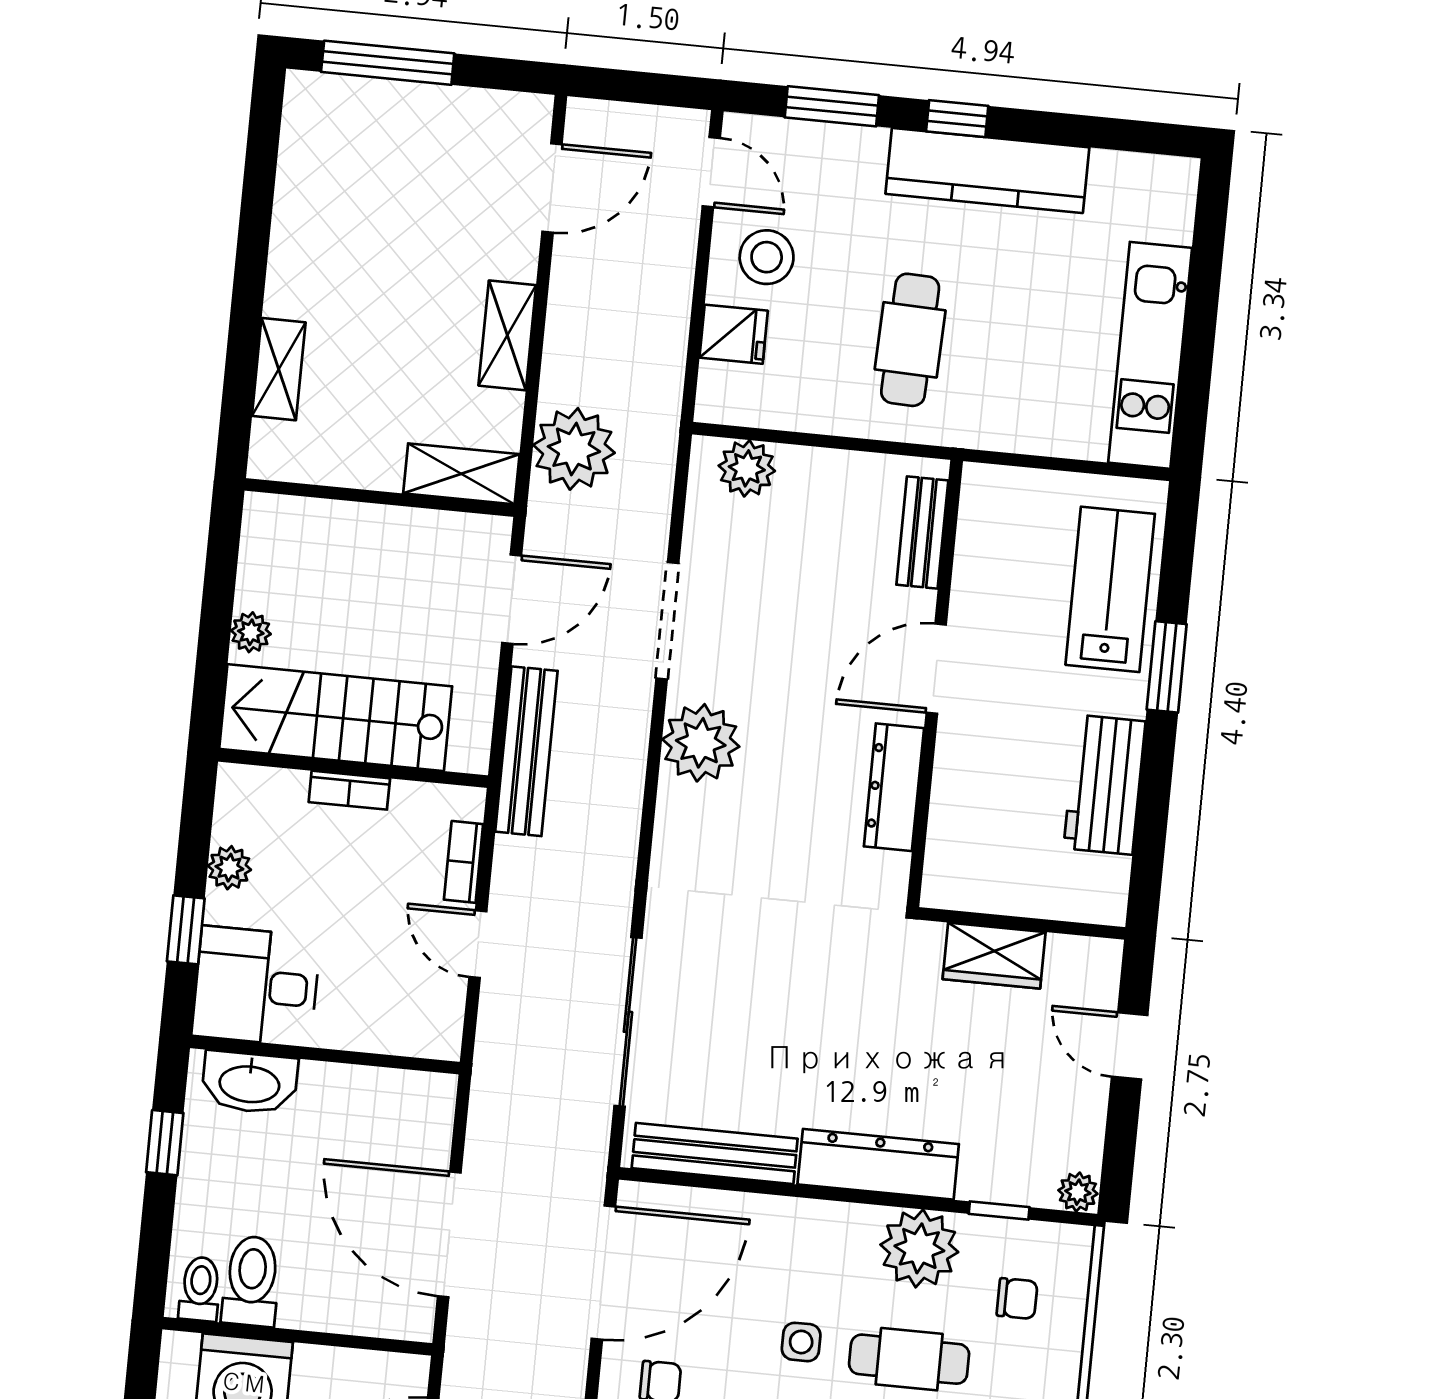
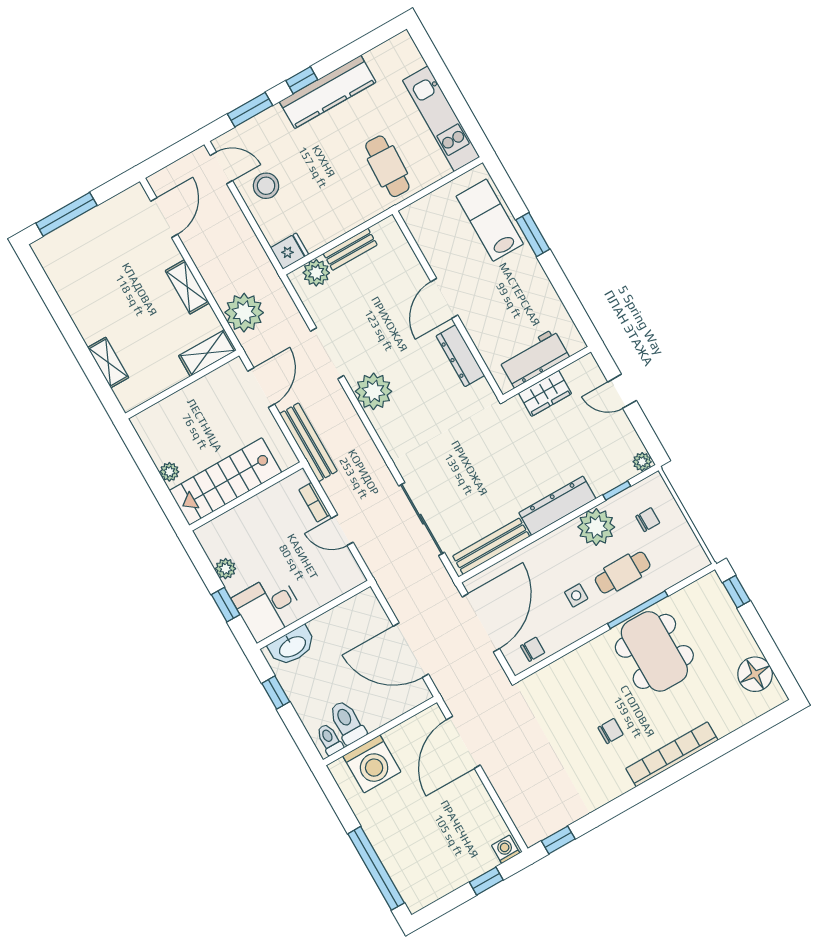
fridge: (734, 334) -> (290, 251), moved
cafe table: (910, 340) -> (387, 166), moved
bench: (922, 533) -> (350, 249), moved, turned 90
workbench: (1105, 785) -> (534, 358), moved, turned 90
bookcase: (349, 790) -> (251, 506), removed

